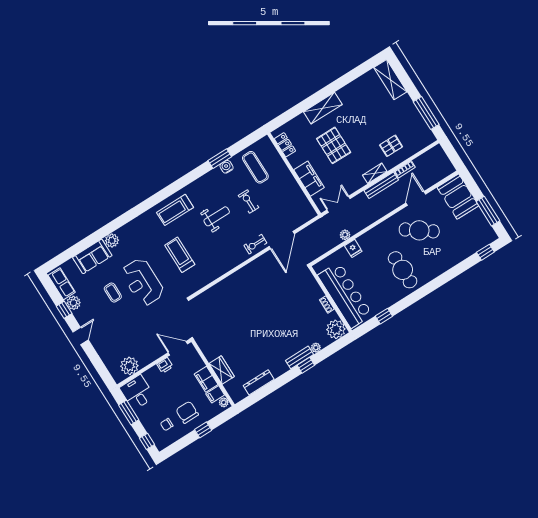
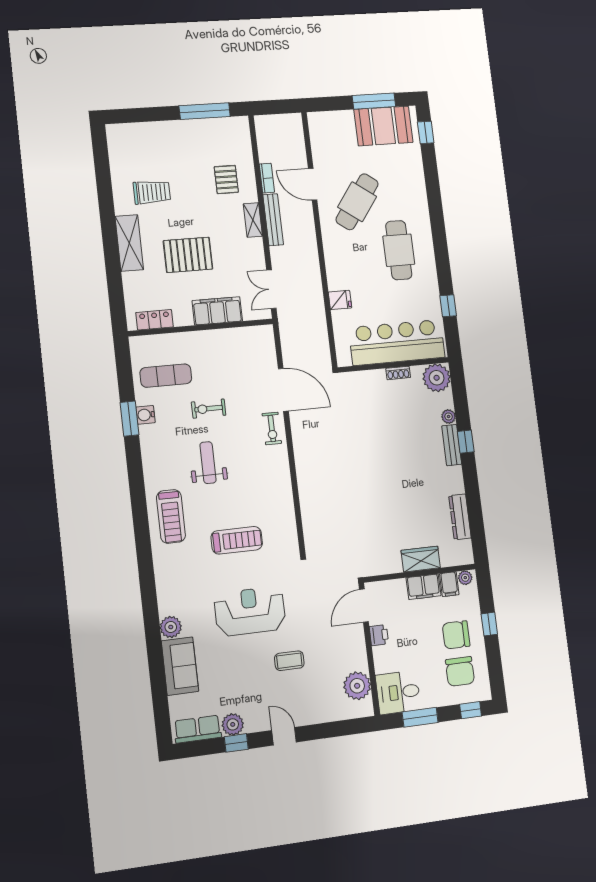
shelving: (390, 80) -> (135, 134), removed
trolley: (360, 106) -> (152, 192), added
booth: (458, 197) -> (383, 126), moved
plant: (345, 235) -> (317, 302), removed
treadmill: (180, 255) -> (237, 540), turned 180
cafe table: (403, 270) -> (399, 250), turned 90
reception desk: (143, 282) -> (250, 611), turned 180
coffee table: (113, 293) -> (289, 661), moved
chair: (167, 425) -> (460, 671), width x1.87, depth x1.87

